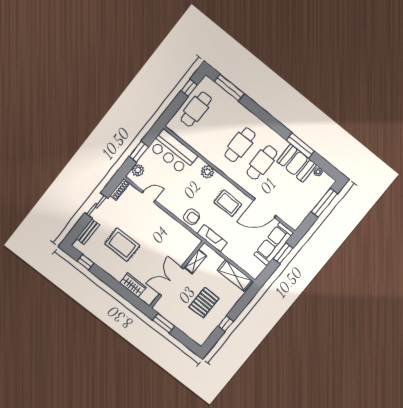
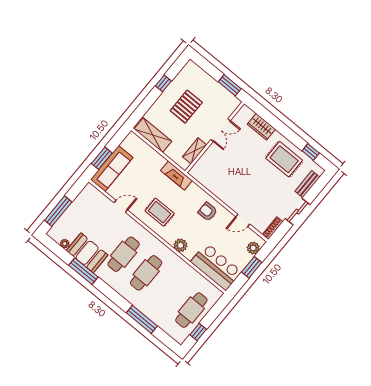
window: (229, 88) -> (142, 319), moved
door: (265, 208) -> (121, 206), width x0.53
armchair: (192, 217) -> (208, 212), moved
rug: (122, 245) -> (284, 159), moved
double door: (171, 281) -> (221, 130), width x0.73

